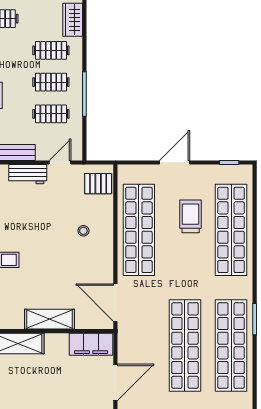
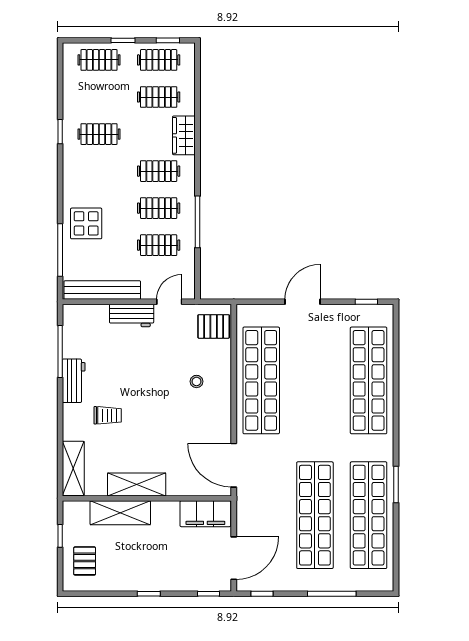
trolley: (191, 216) -> (321, 365), removed
shelving: (49, 319) -> (137, 484), moved

